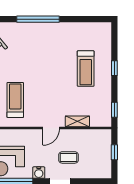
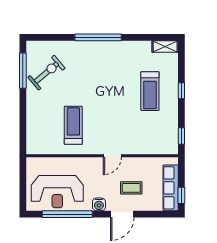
shelving: (77, 121) -> (165, 46), moved
window: (114, 152) -> (181, 195), moved
row of seats: (105, 157) -> (171, 188), added

